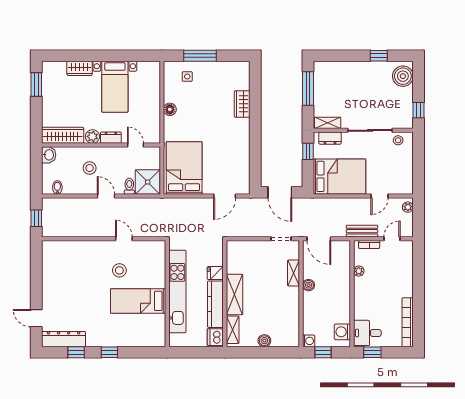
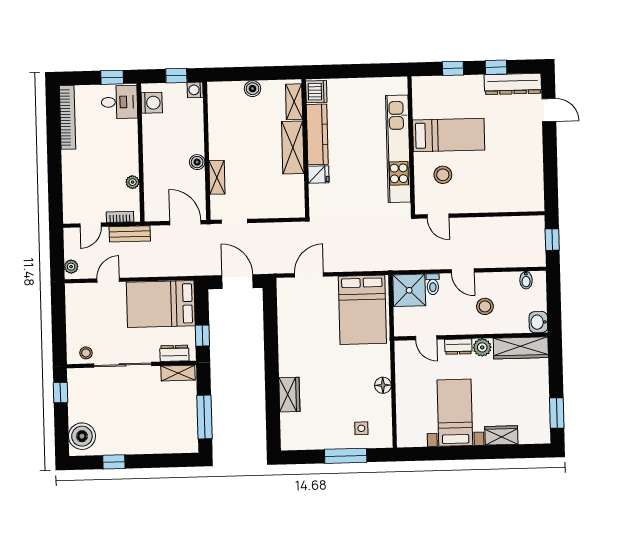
kitchen unit: (177, 291) -> (398, 149), moved
wall: (167, 294) -> (411, 146), moved
bed: (138, 301) -> (449, 135), moved

